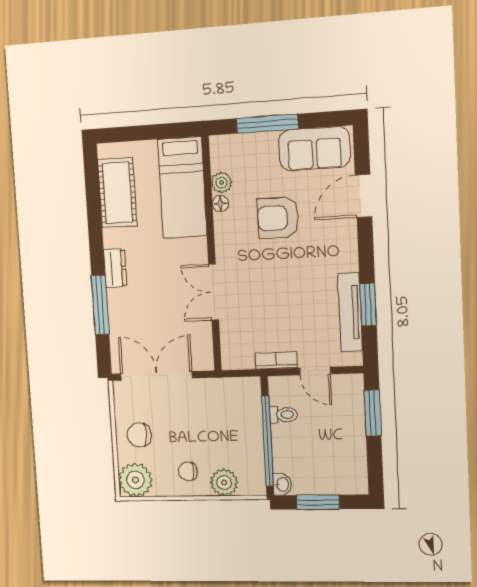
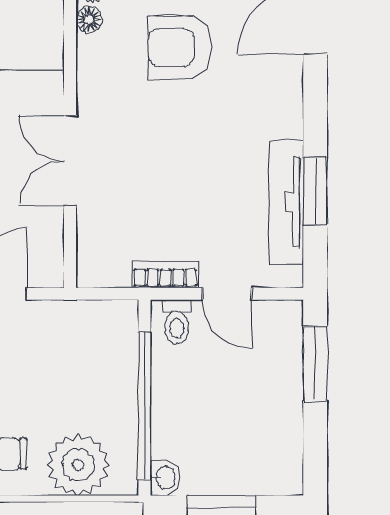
toilet: (283, 415) -> (177, 322), moved, turned 90
plant: (224, 482) -> (78, 465), width x1.36, depth x1.36

